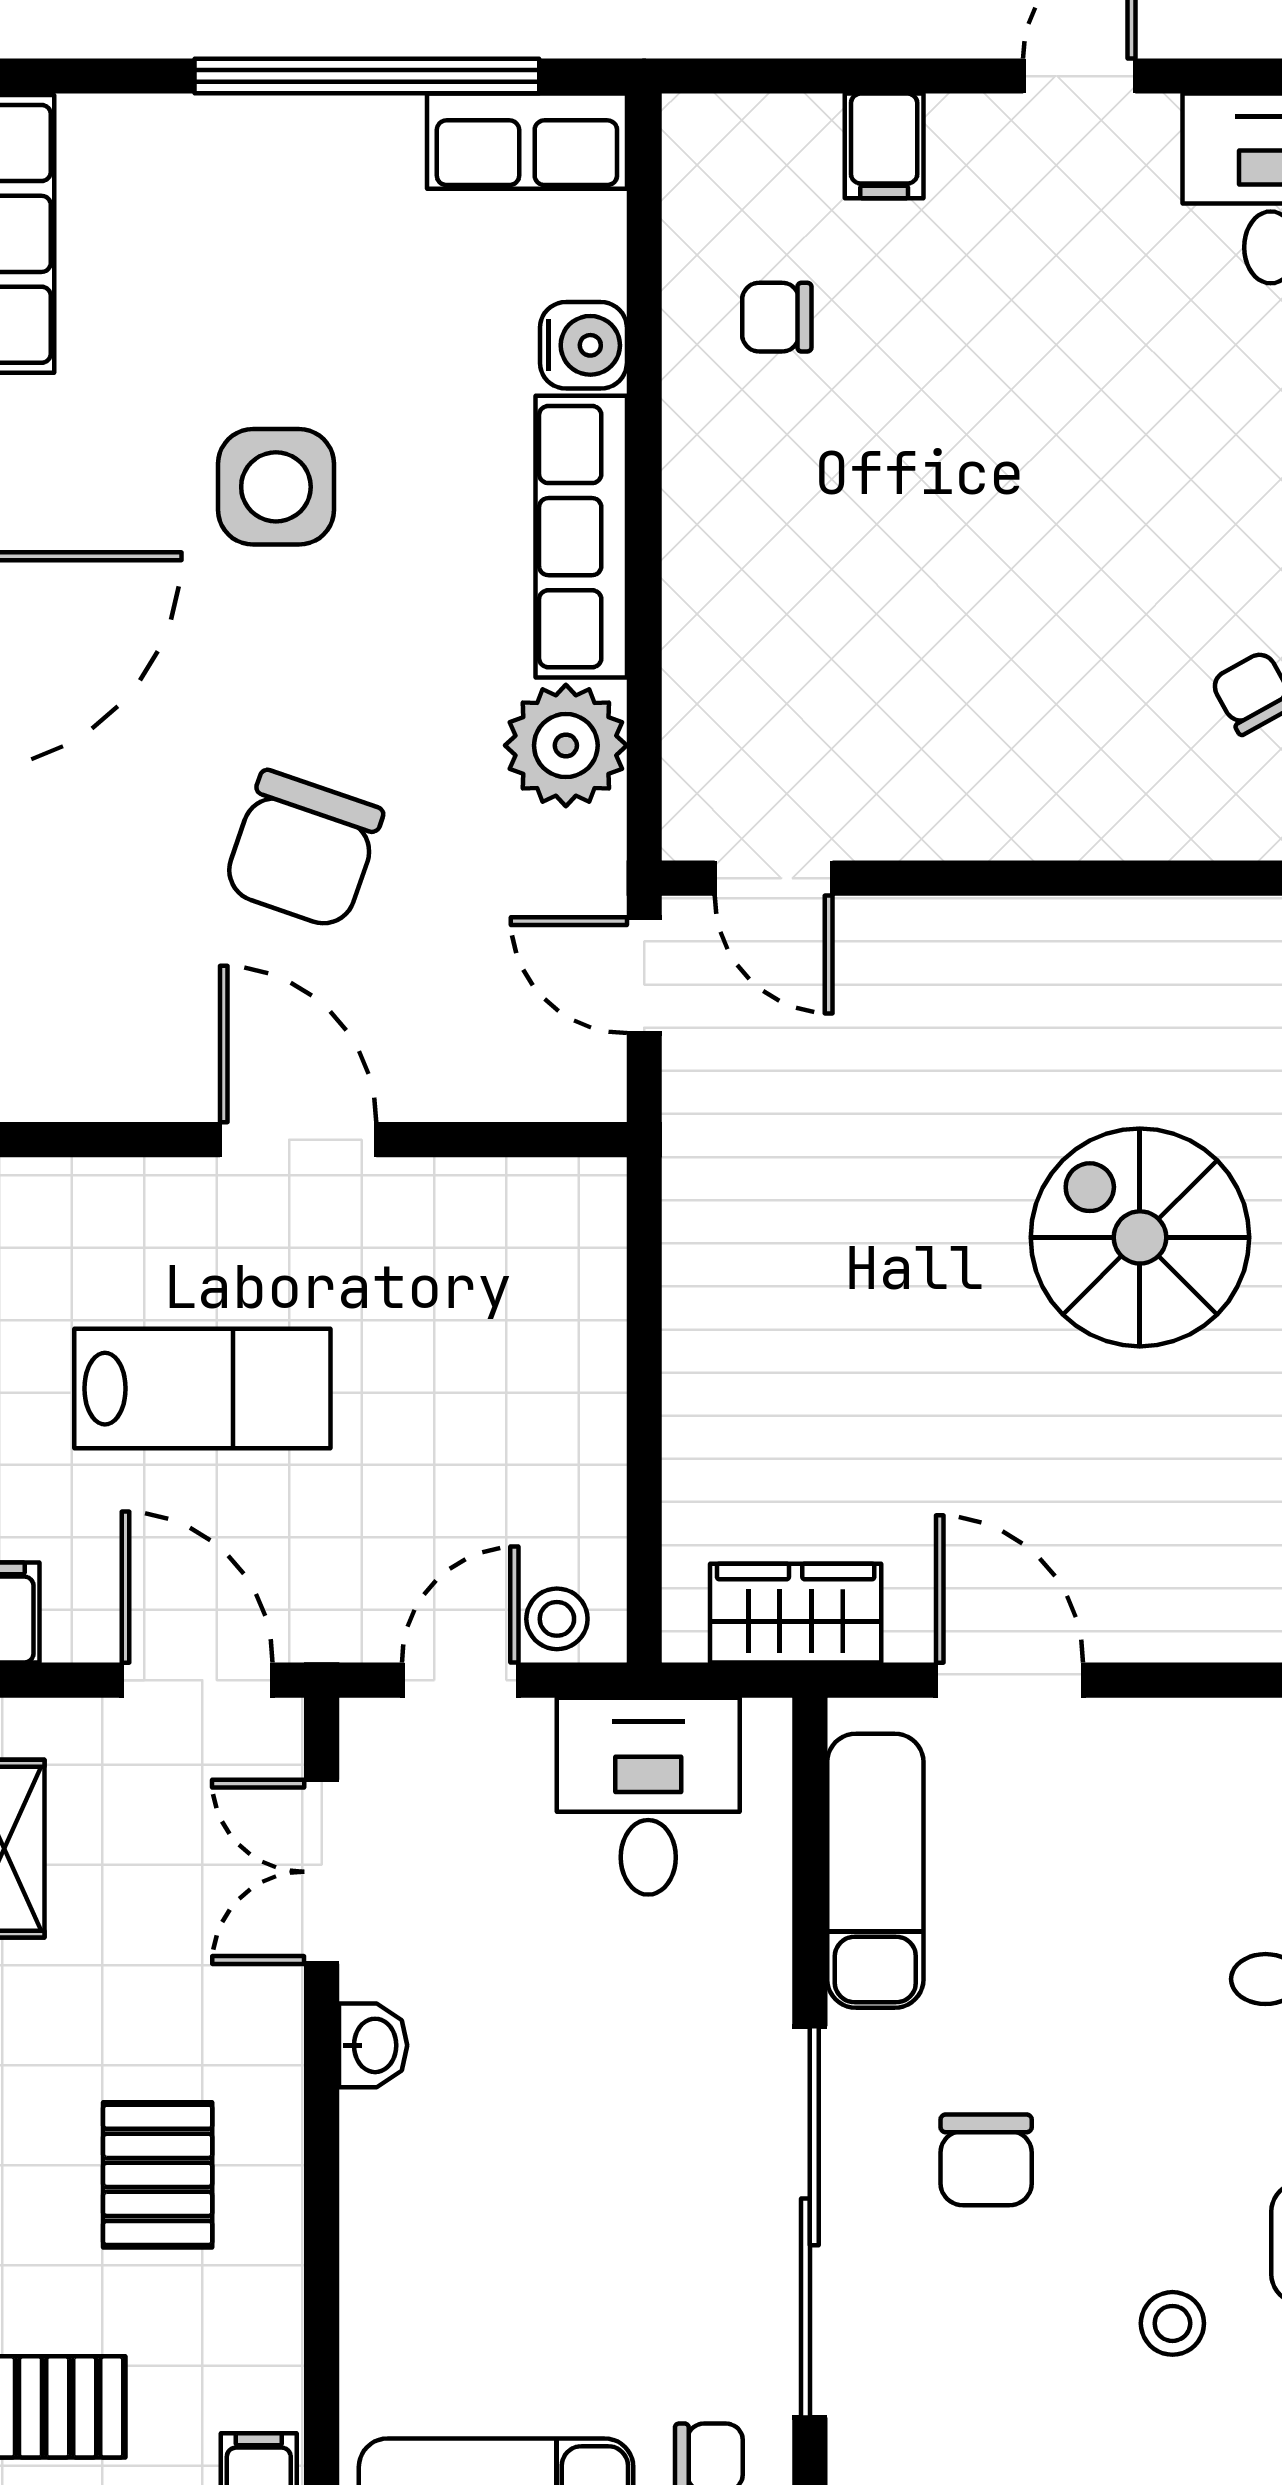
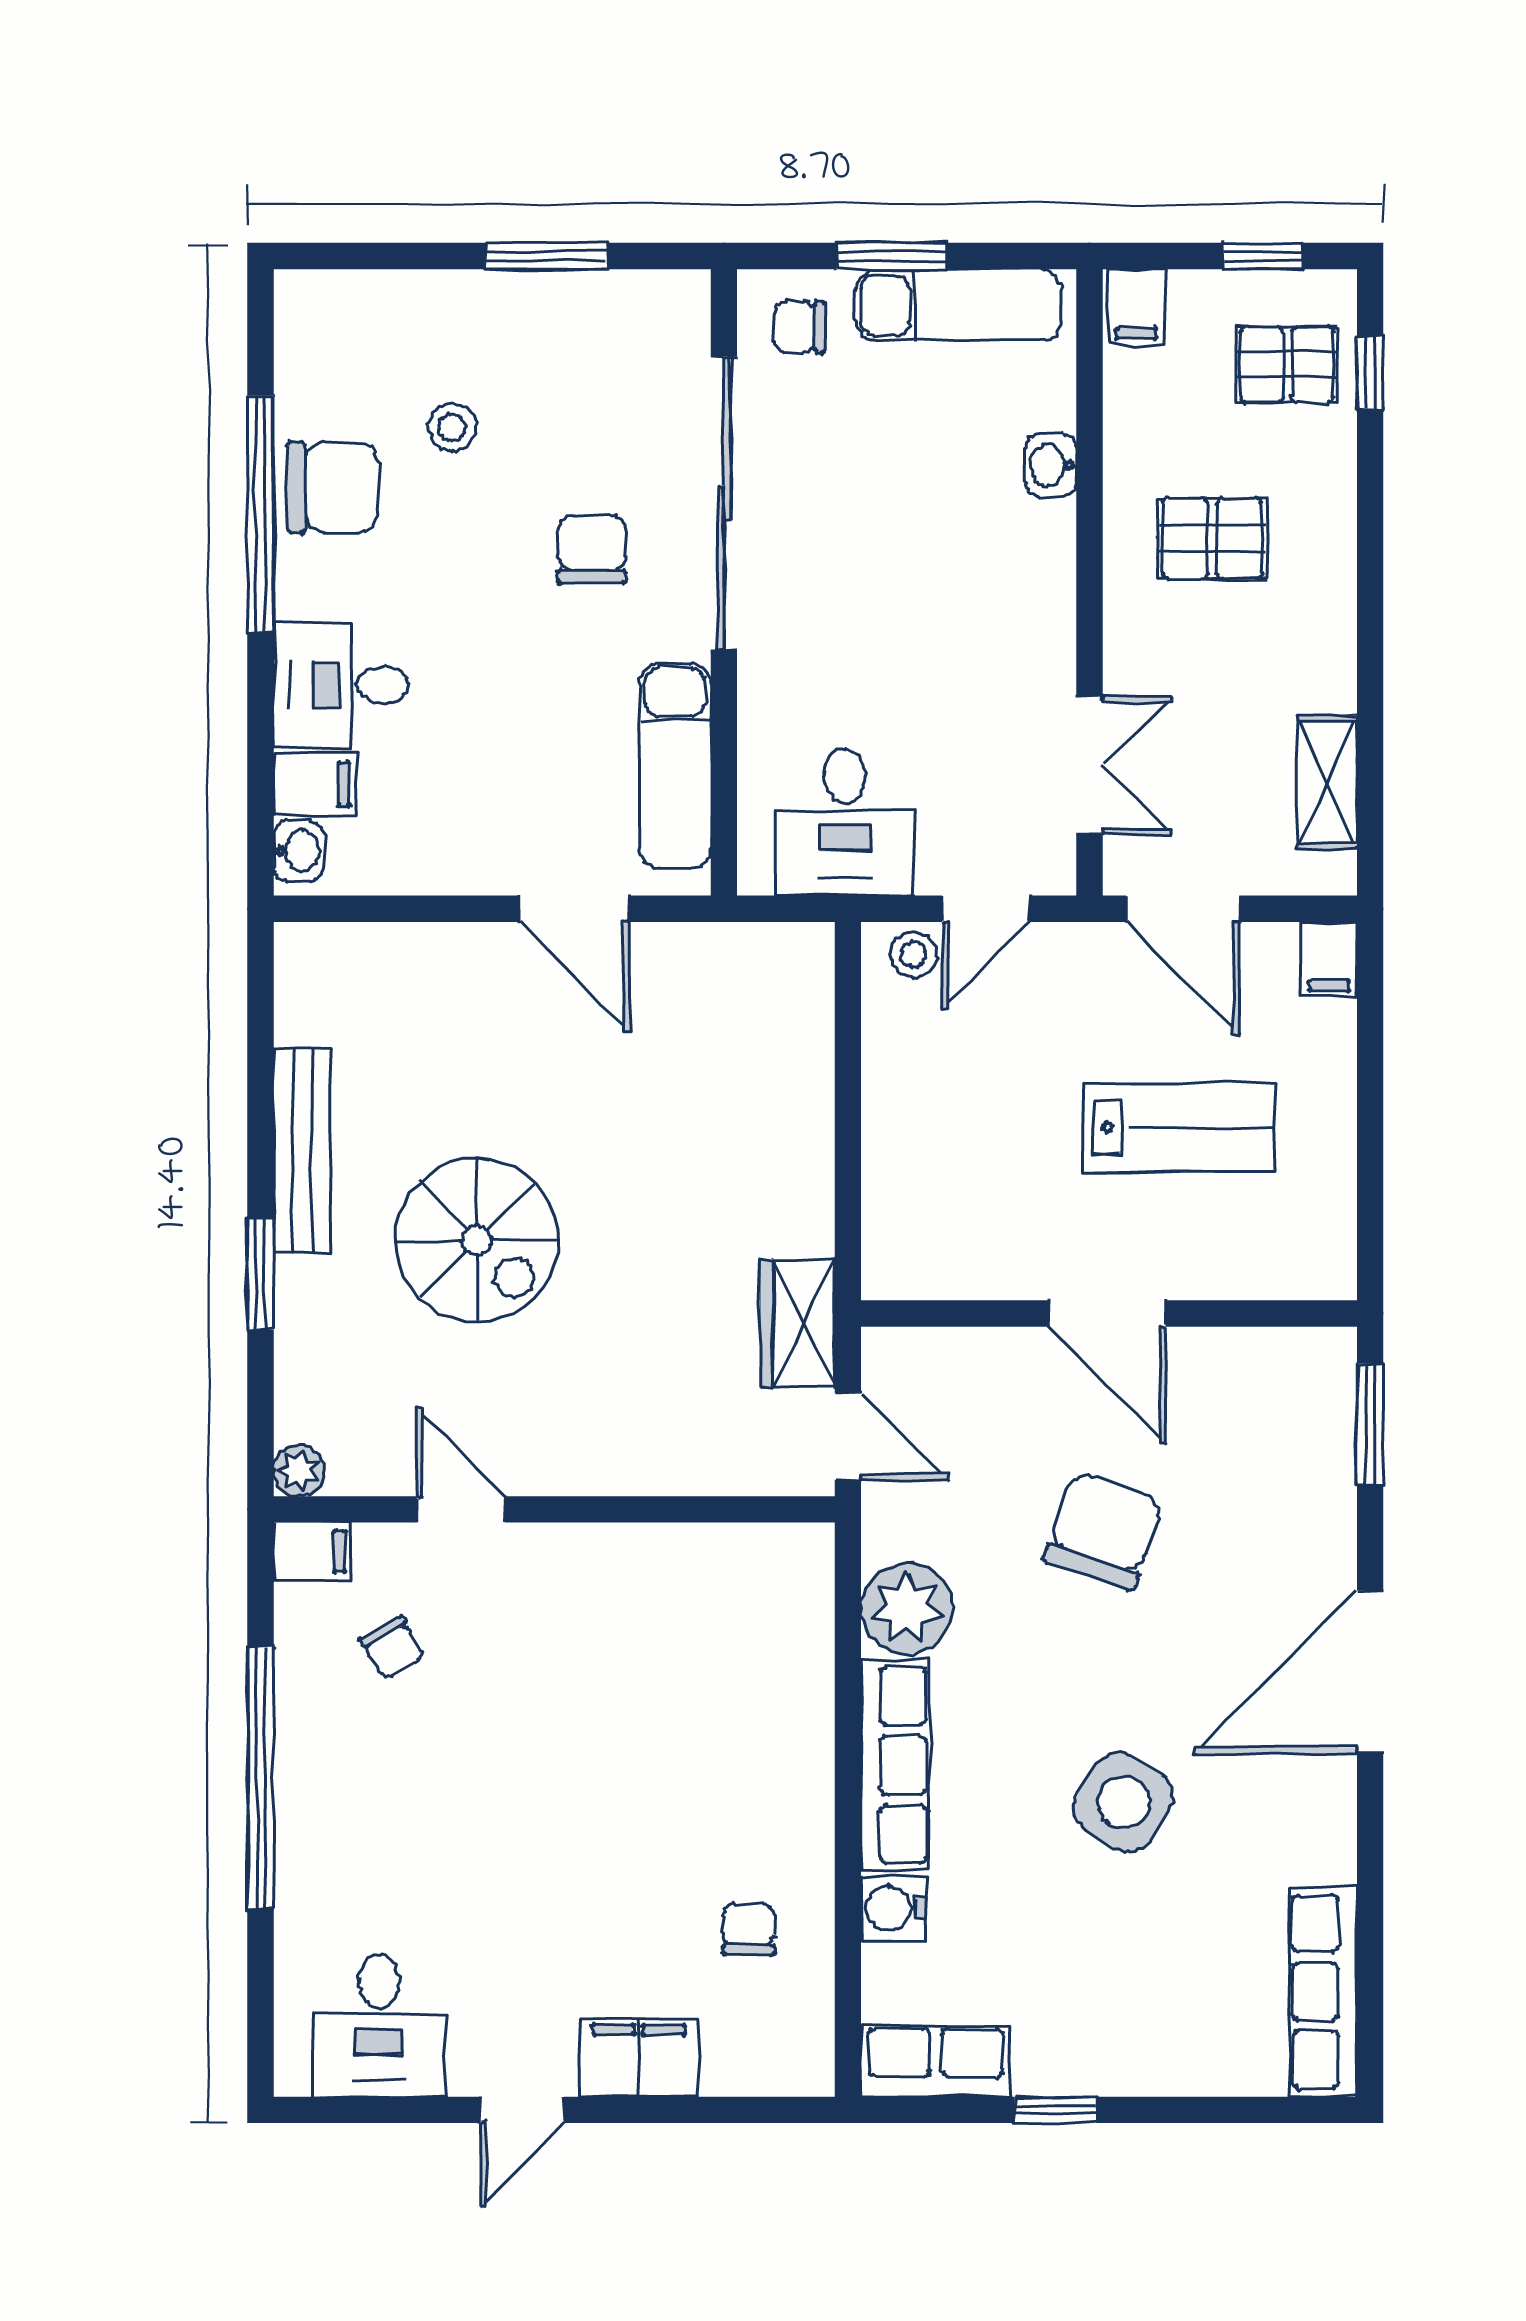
window: (367, 76) -> (1056, 2110), width x0.32
filing cabinet: (884, 146) -> (639, 2058), width x2.00
chair: (777, 317) -> (749, 1929), turned -90
side table: (276, 487) -> (1124, 1802), turned 32
door: (774, 878) -> (461, 1509), moved
lab bench: (202, 1389) -> (1179, 1127), turned 180
wardrobe: (796, 1613) -> (798, 1323), moved, turned 90
washbasin: (373, 2045) -> (1051, 465), moved
pallet: (158, 2175) -> (1212, 538), turned 90

